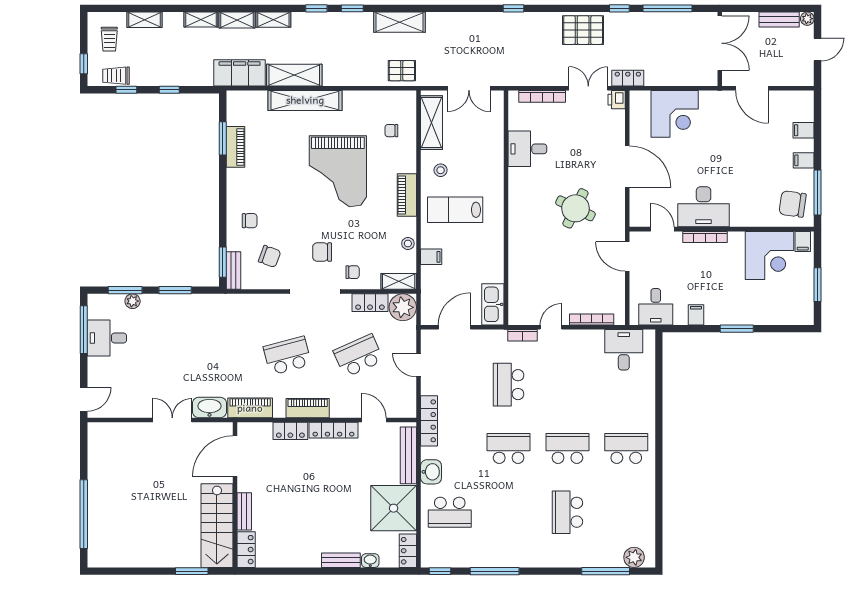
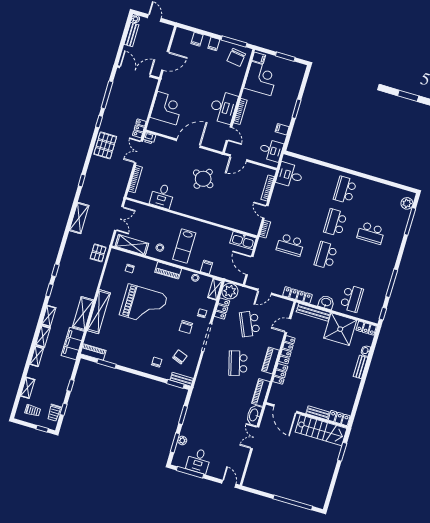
shelving: (400, 22) -> (79, 218), moved
piano: (235, 147) -> (93, 352), moved
door: (662, 229) -> (229, 134), swing flipped

